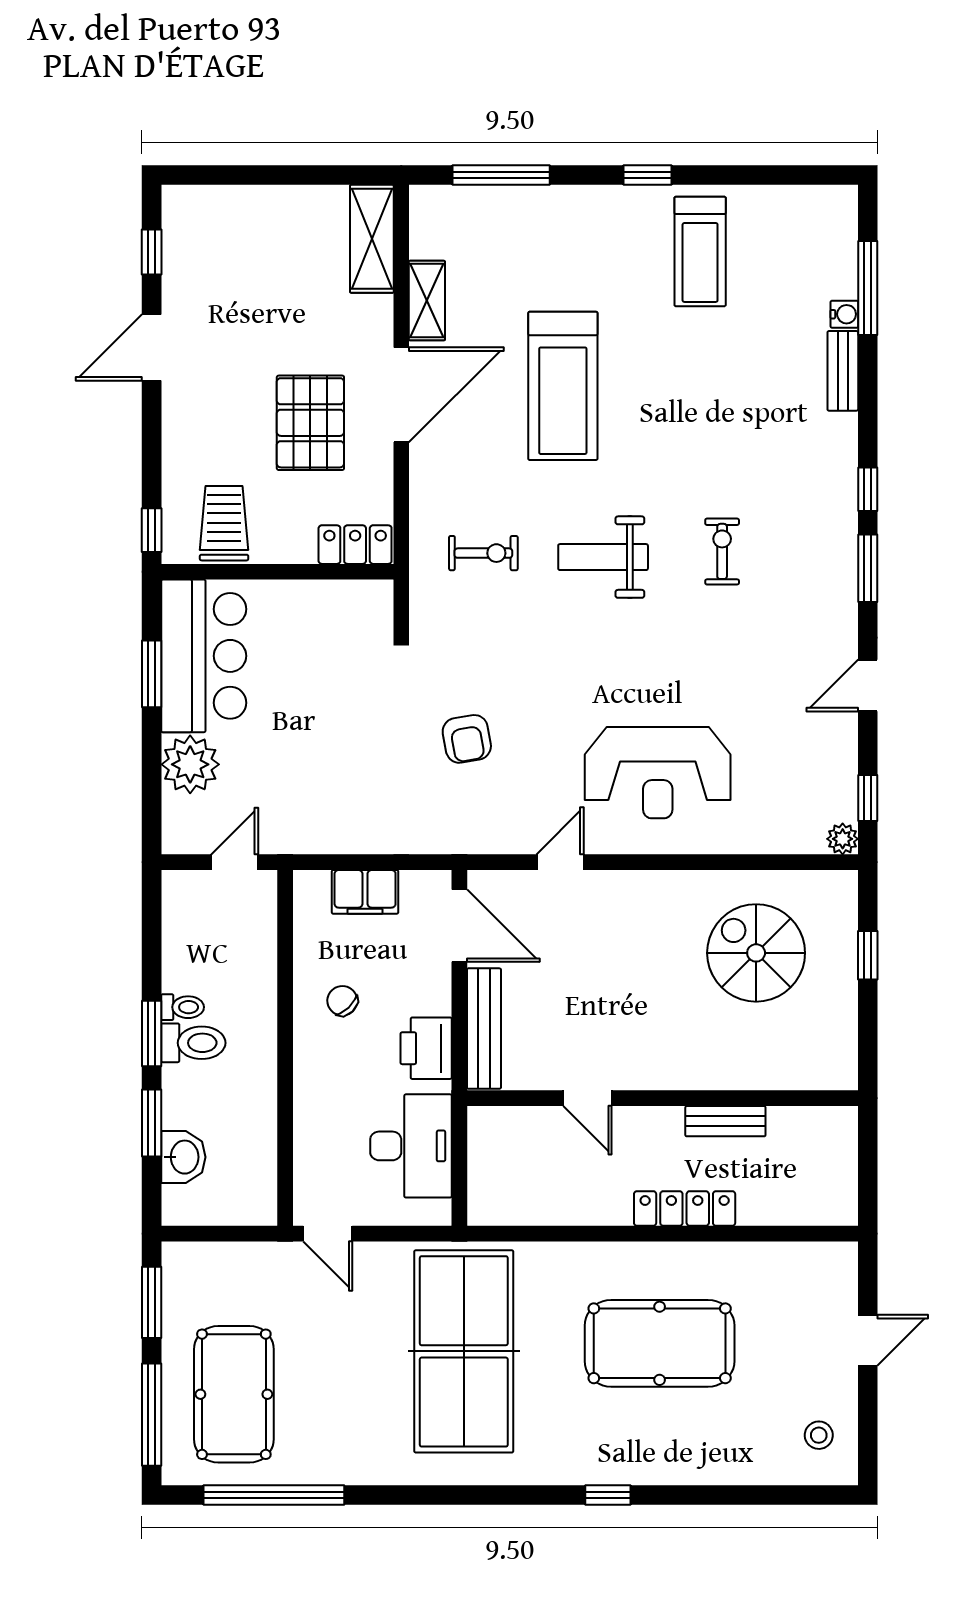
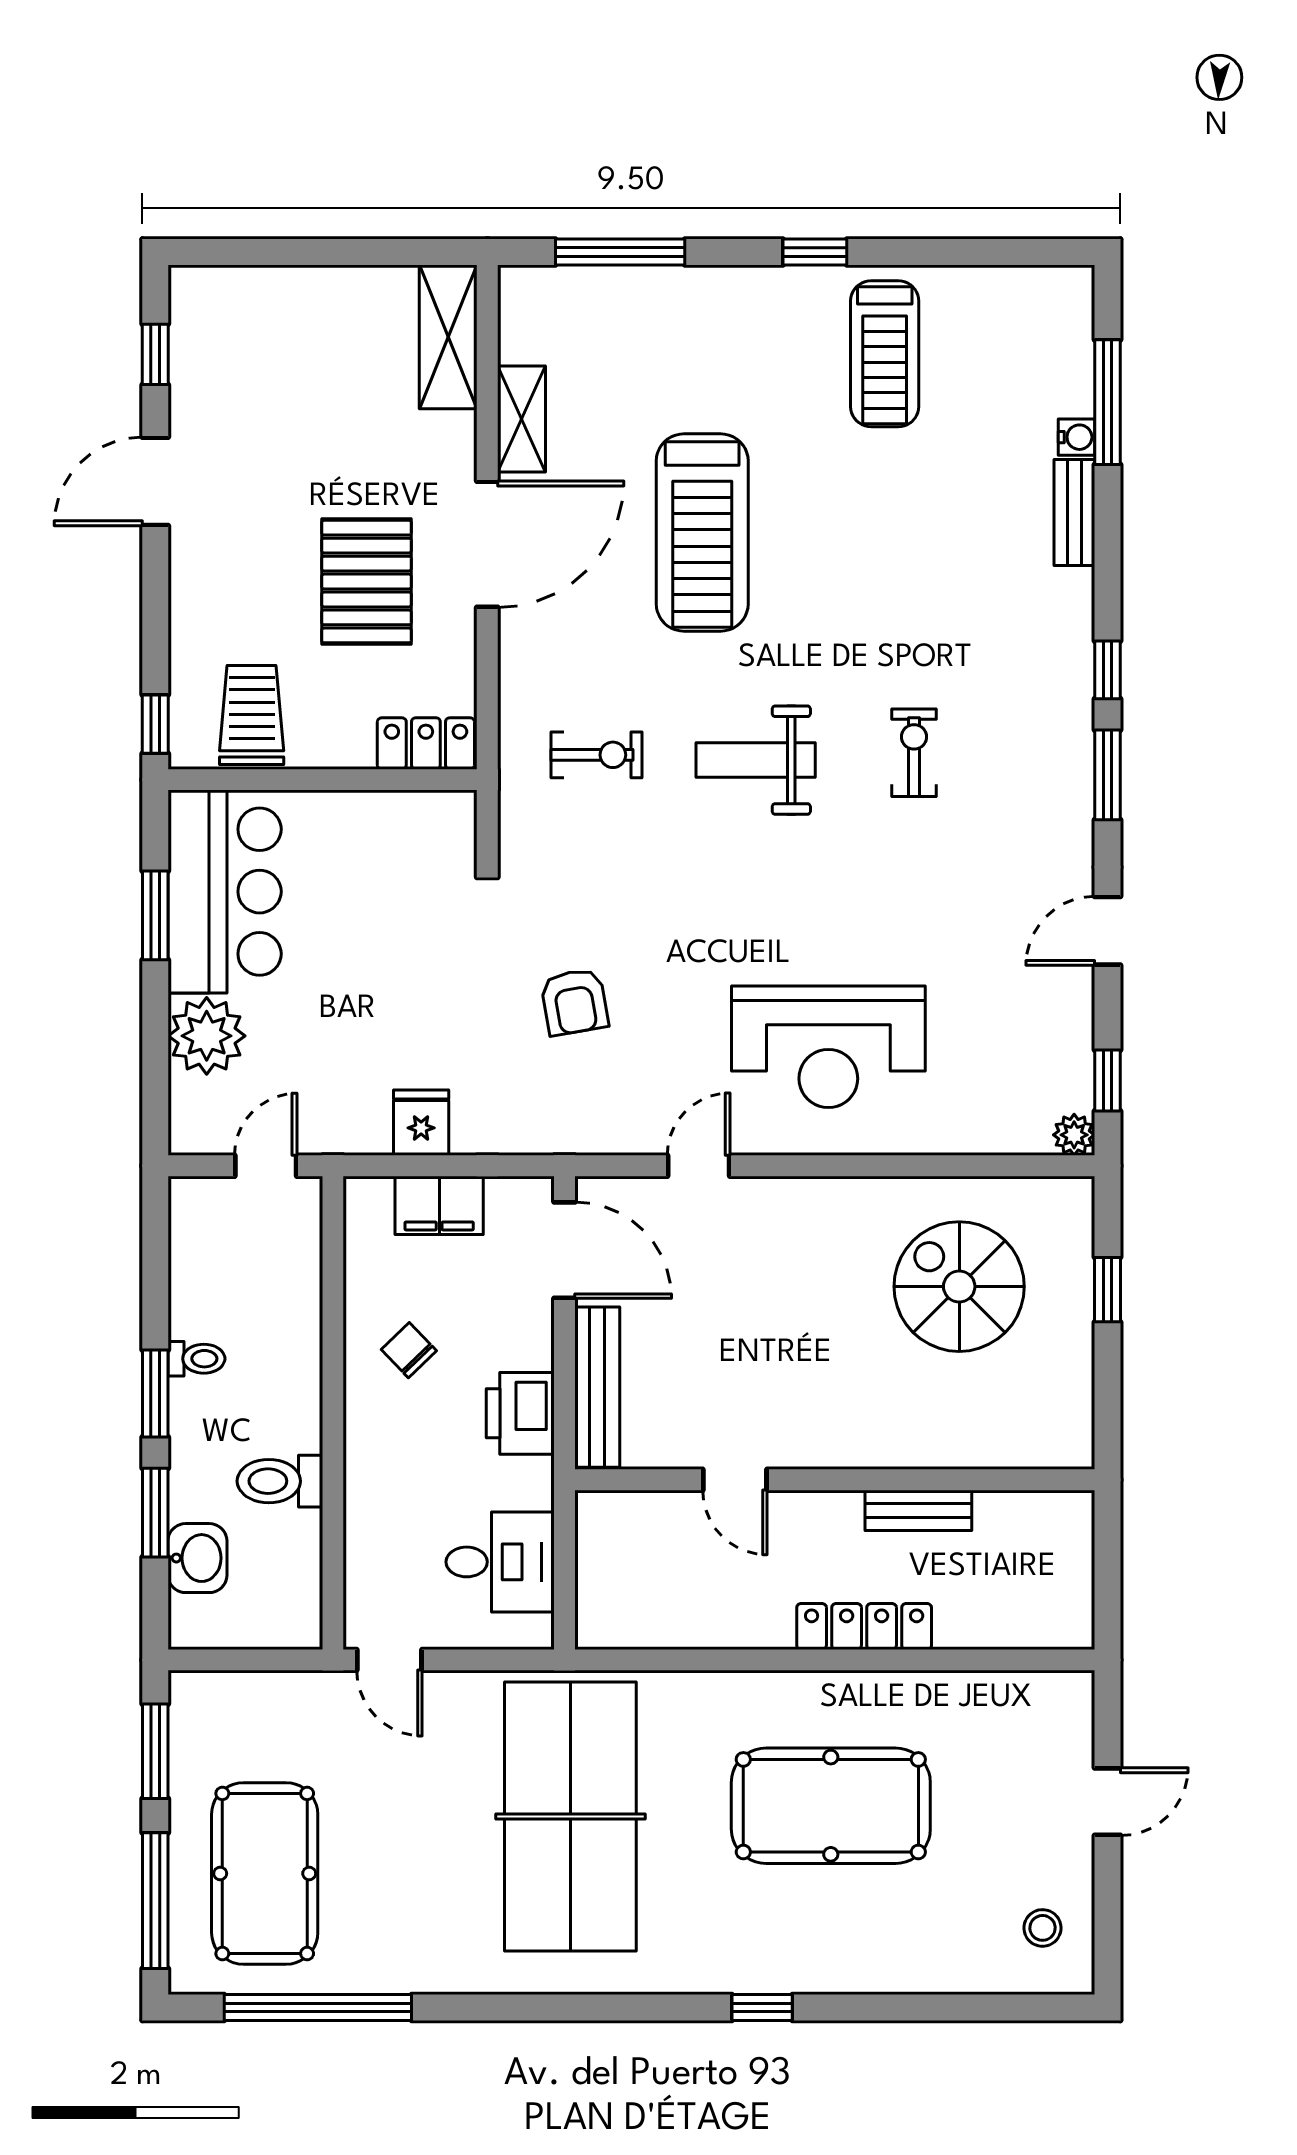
fridge: (351, 830) -> (421, 1123), added
toilet: (193, 1043) -> (280, 1481), moved, turned 180
desk: (411, 1146) -> (500, 1562), width x0.73

